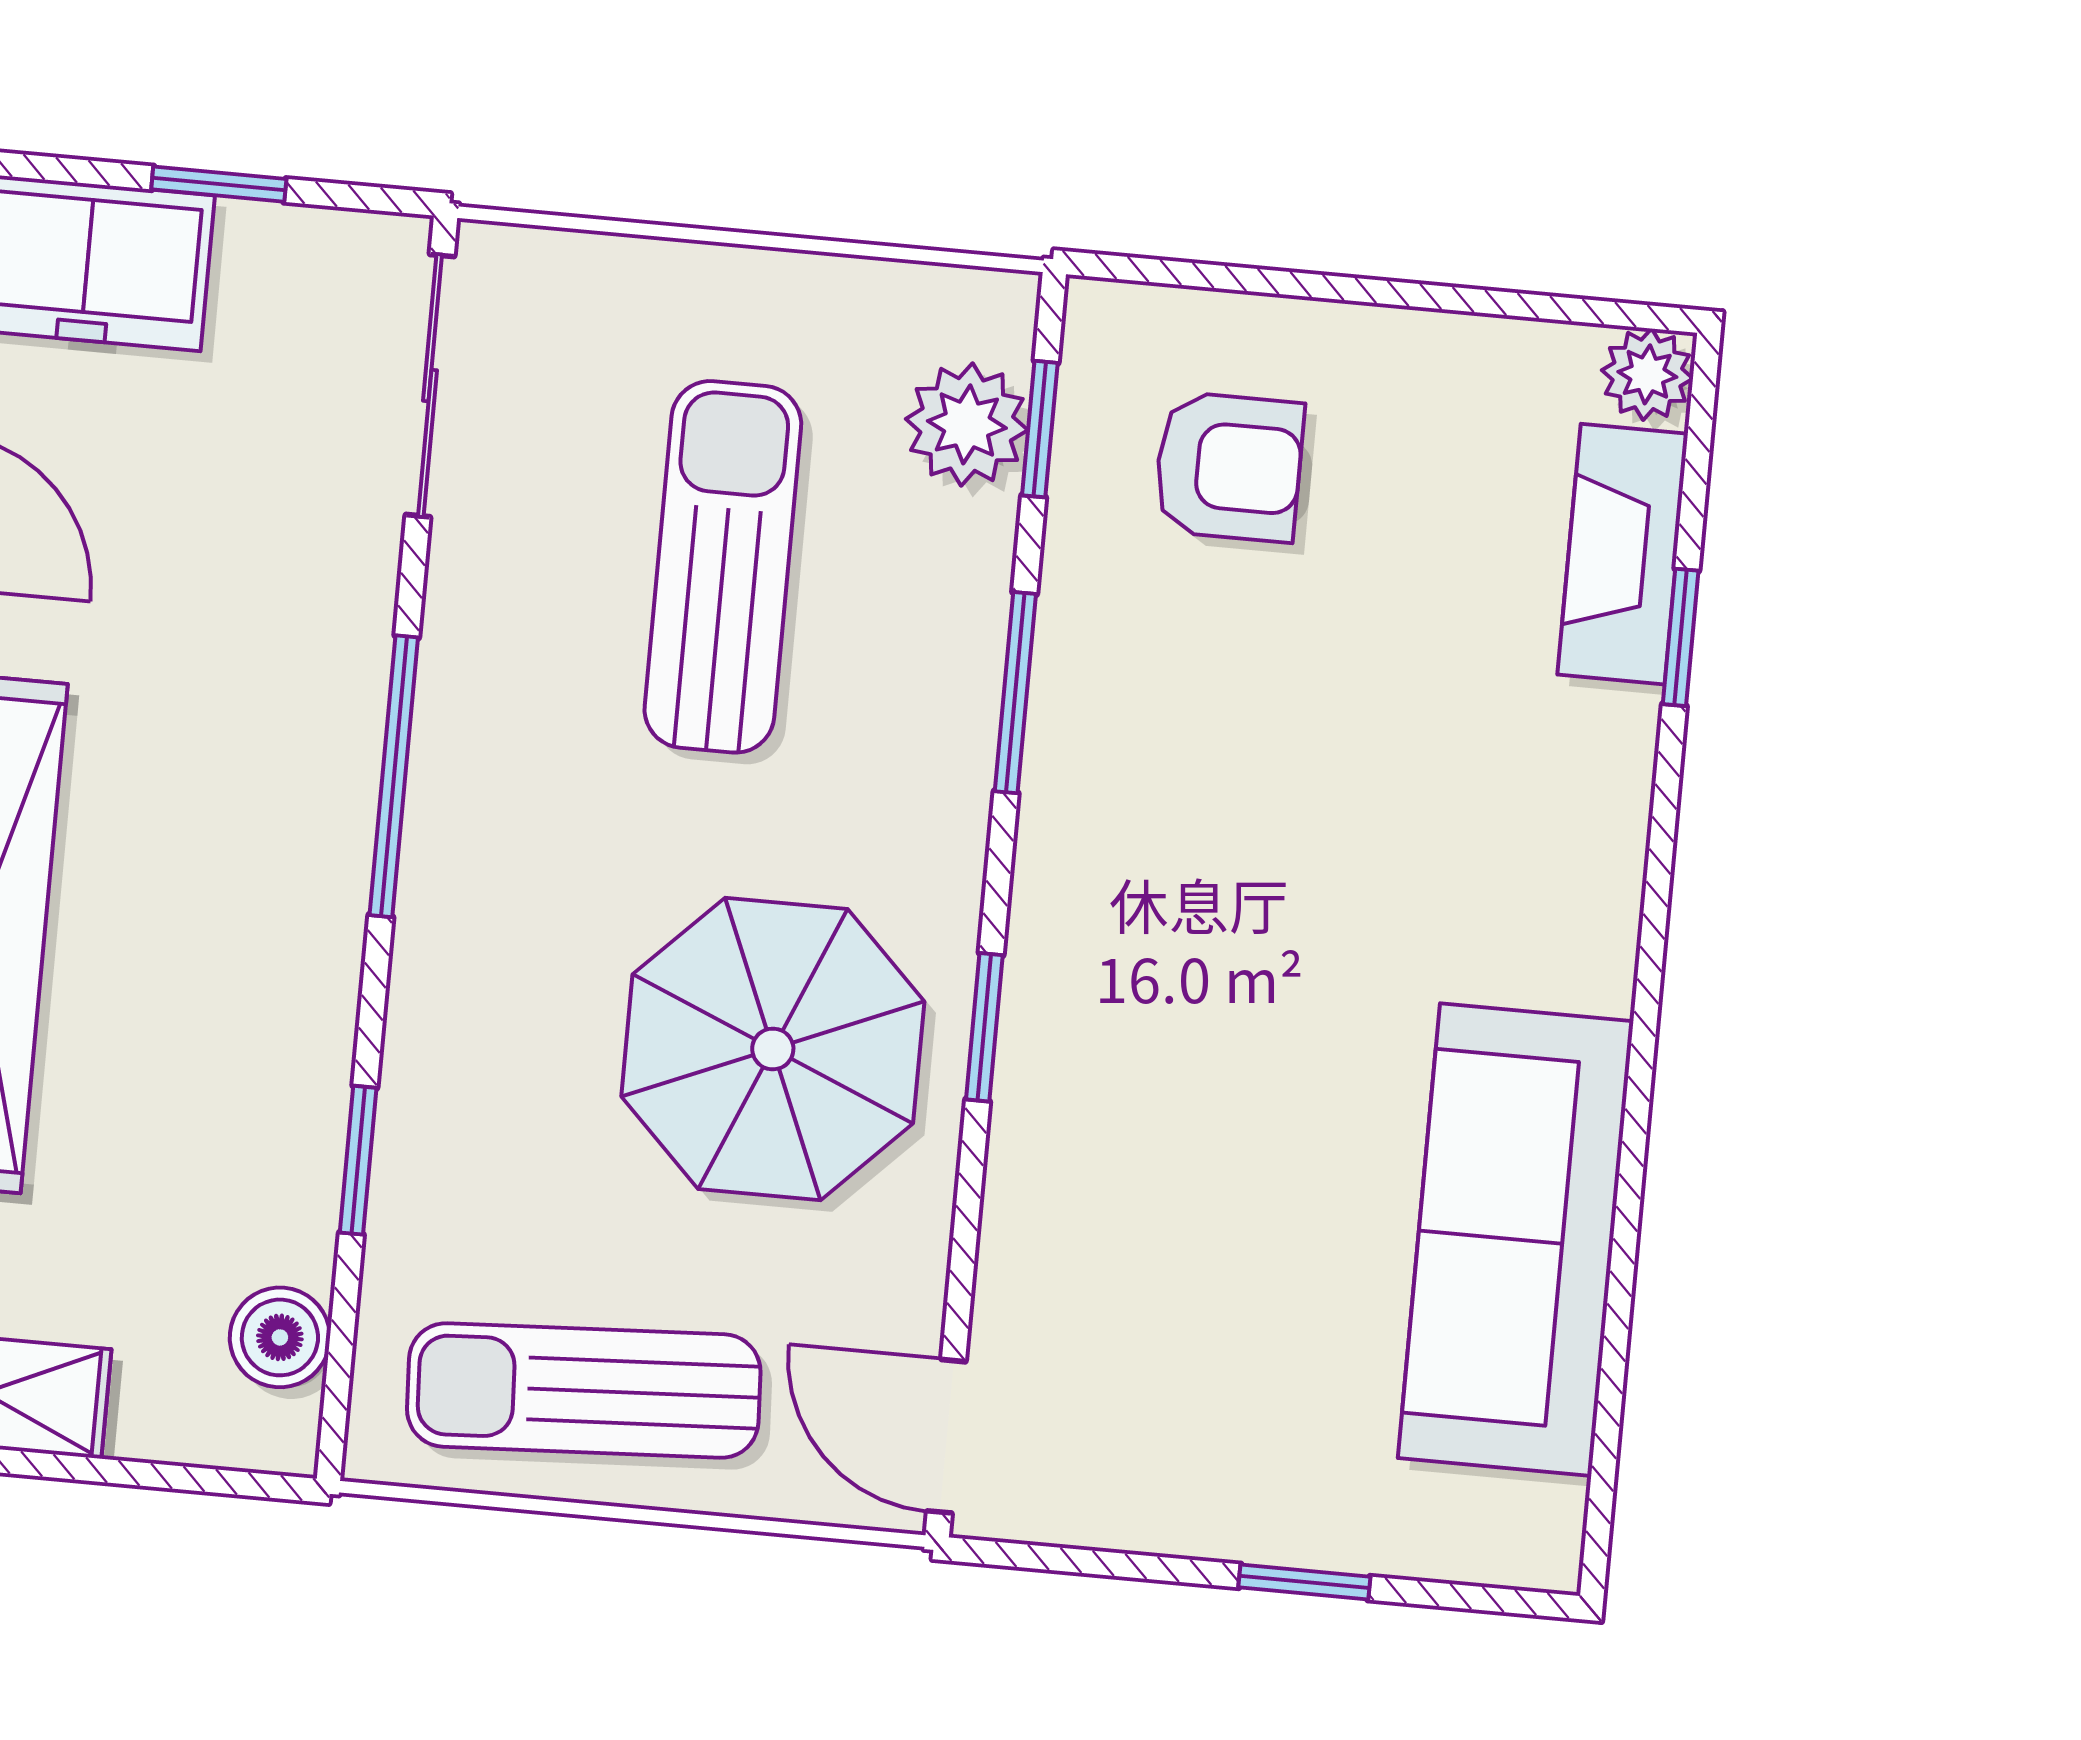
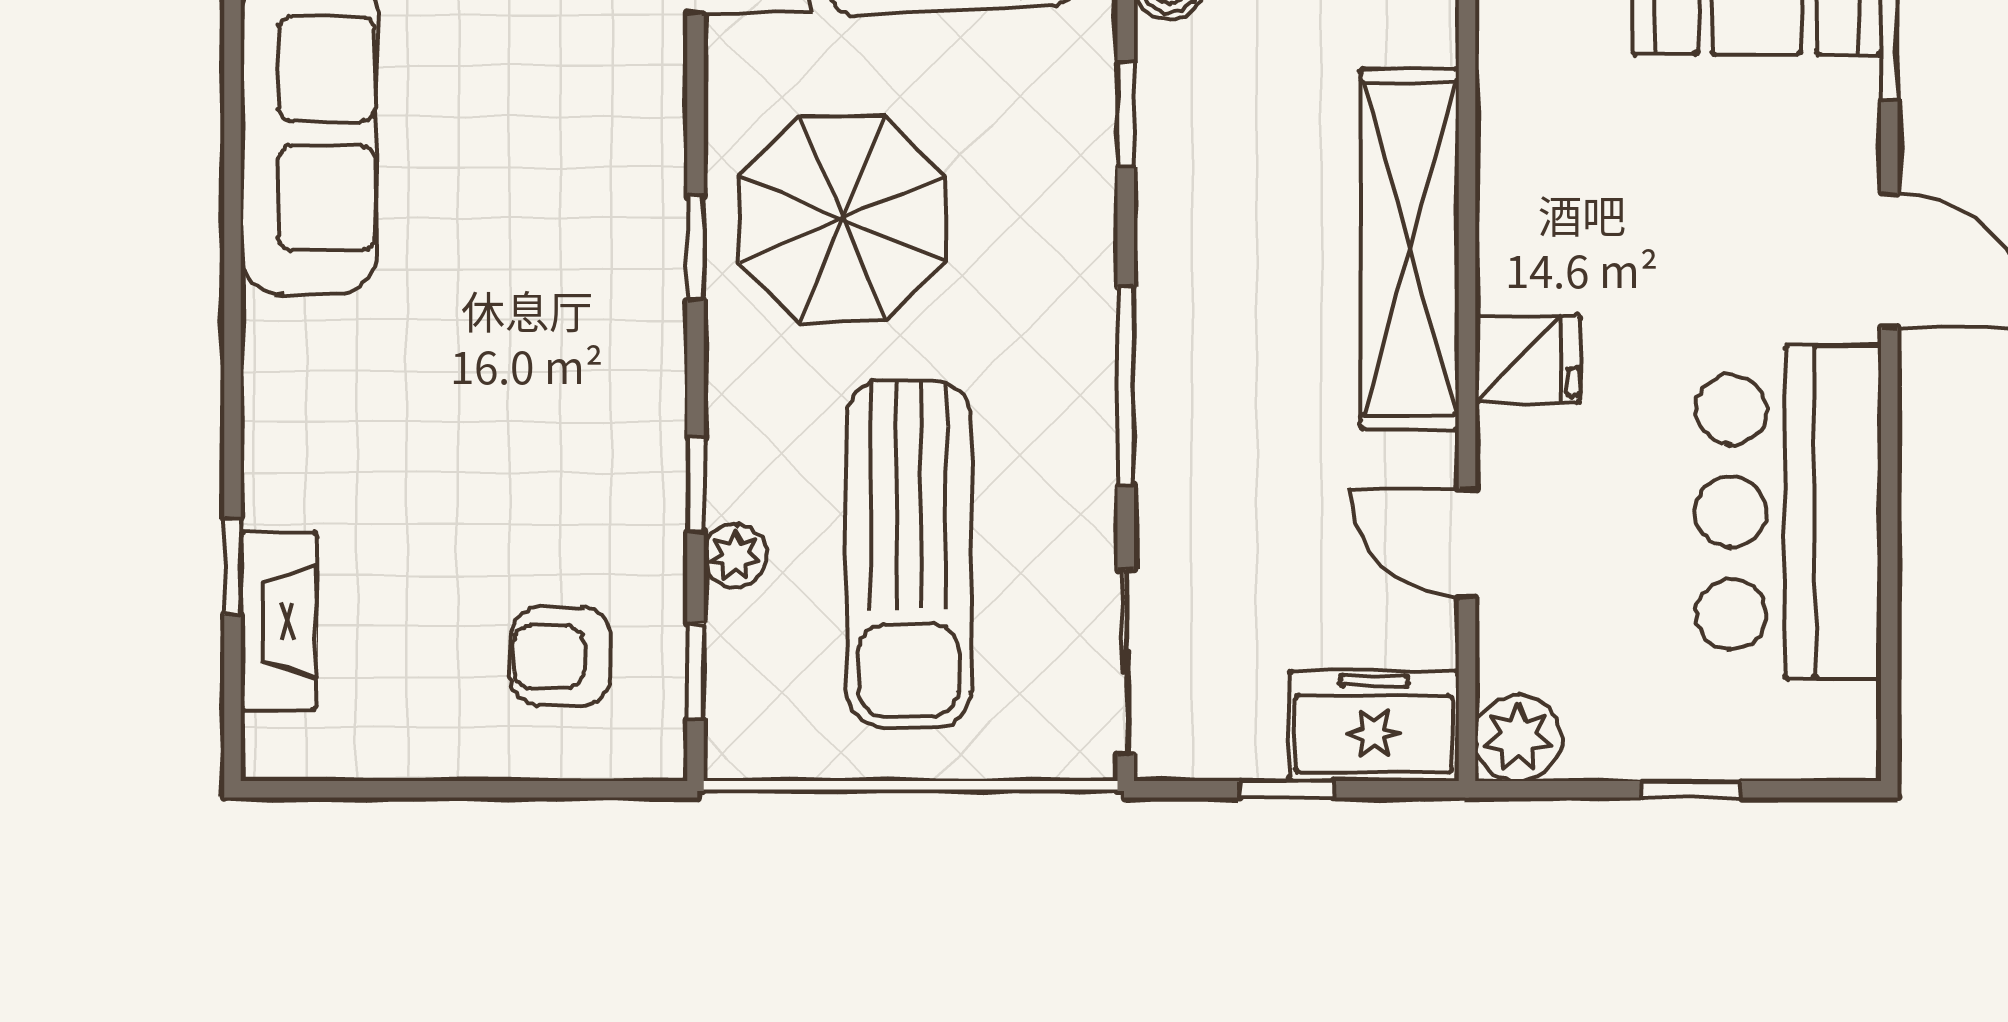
plant: (1647, 374) -> (273, 749), removed
plant: (967, 424) -> (735, 555), moved, width x0.73, depth x0.73
sun lounger: (723, 567) -> (909, 554), width x1.36, depth x1.34
window: (1015, 693) -> (695, 485), width x0.67

